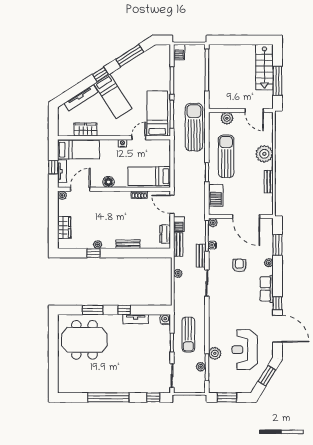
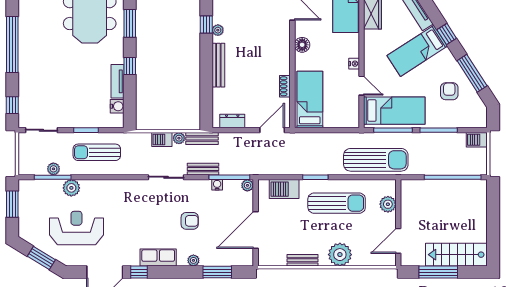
armchair: (143, 73) -> (449, 91), added
barbecue: (179, 224) -> (162, 139), moved
bench: (128, 244) -> (218, 65), width x1.36
bench: (178, 244) -> (202, 139), moved
water cooler: (165, 319) -> (117, 106), moved

